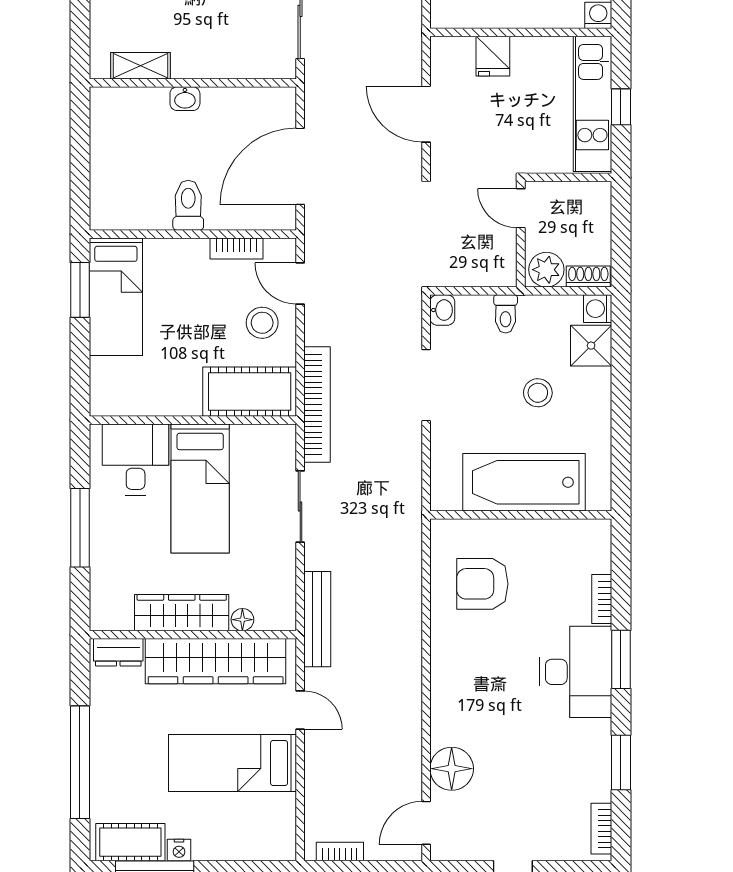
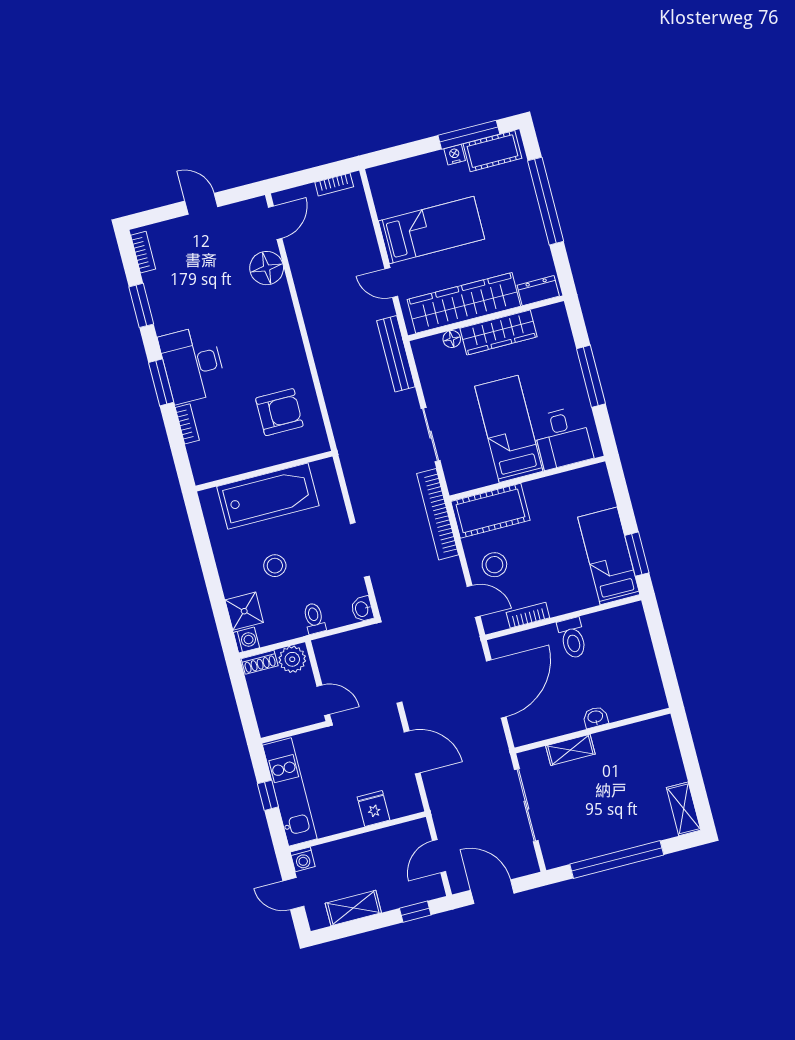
shelving: (140, 66) -> (570, 750), moved

